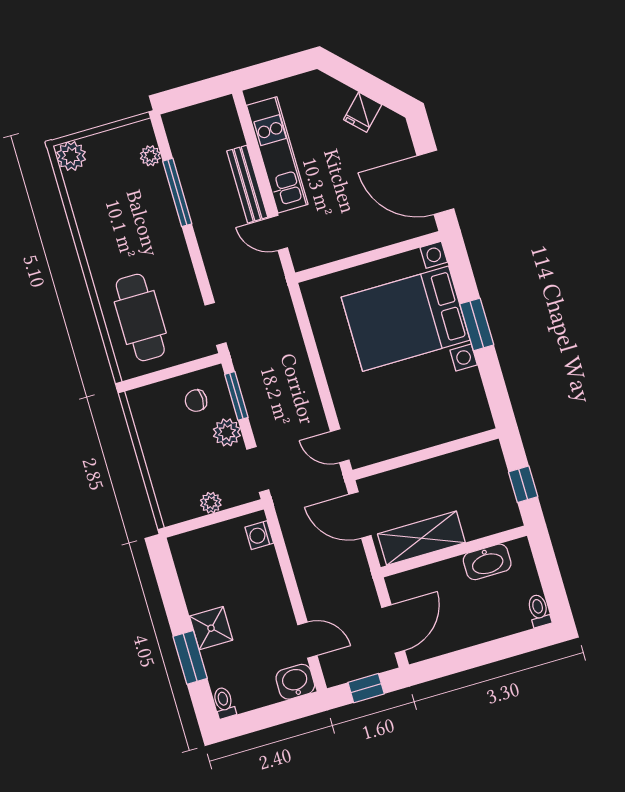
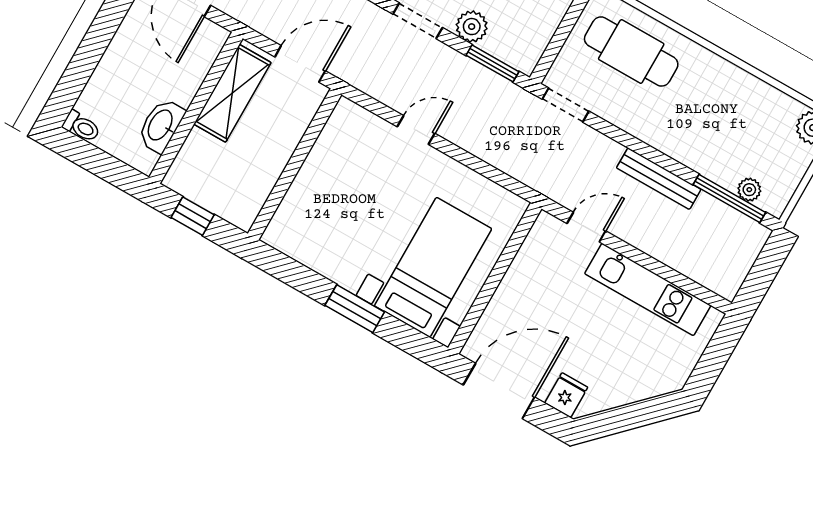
fridge: (363, 112) -> (566, 395), moved, turned 45
bench: (247, 184) -> (659, 179), moved
window: (177, 192) -> (729, 199), moved
bed with nightstands: (406, 319) -> (433, 267), width x0.73
chair: (196, 401) -> (521, 28), removed
door: (340, 446) -> (416, 130), moved

